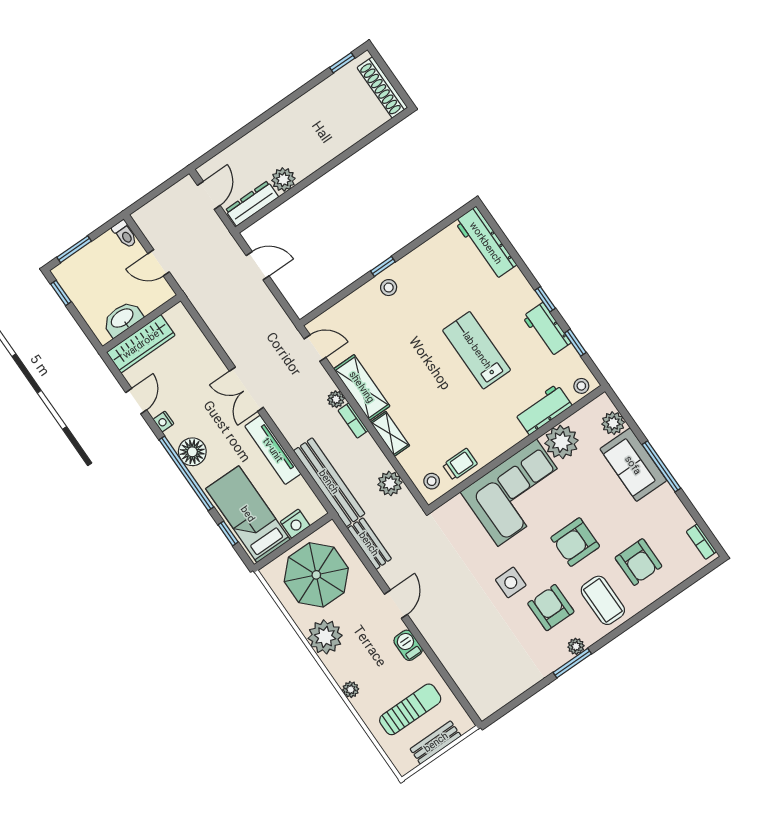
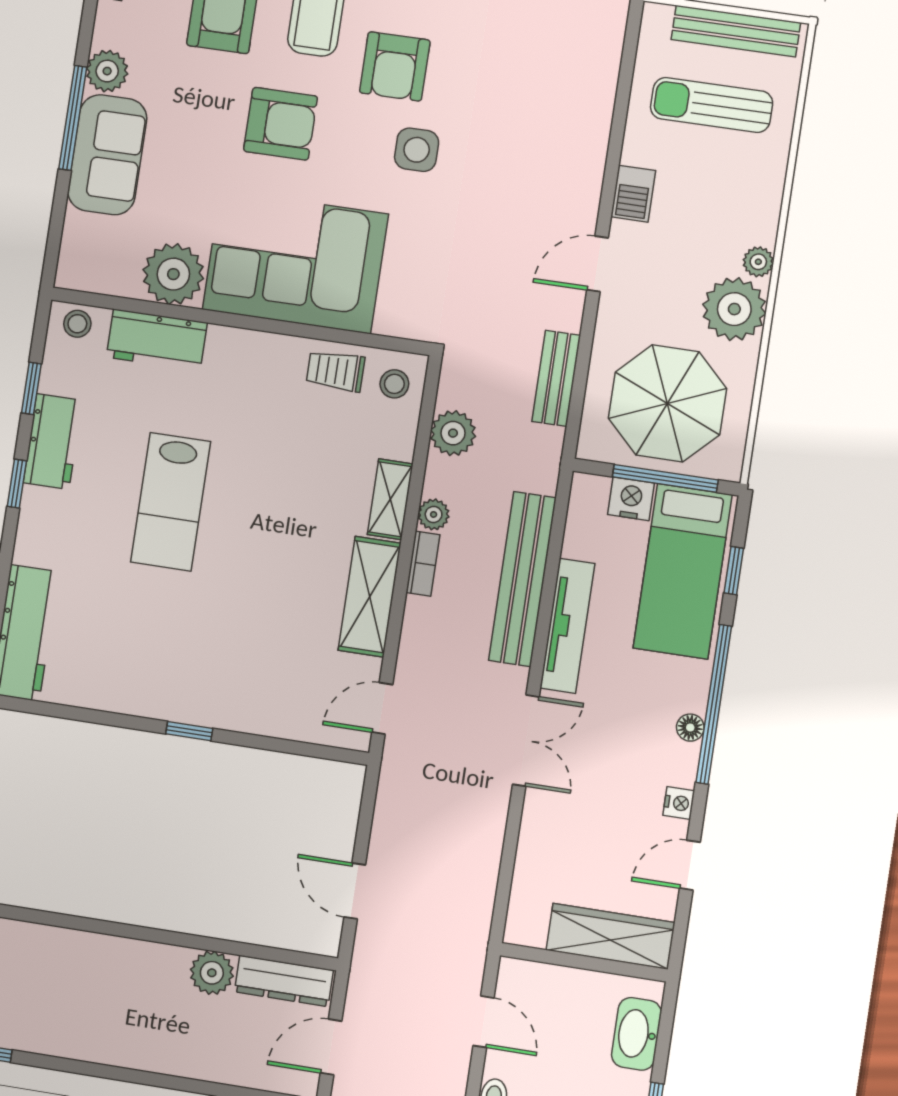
stool: (389, 288) -> (208, 696), removed
washbasin: (122, 319) -> (636, 1034), moved, turned 90
door: (315, 348) -> (382, 708), hinge flipped
plant: (336, 399) -> (434, 514), moved
plant: (613, 423) -> (107, 71), moved
floor lamp: (192, 452) -> (690, 728), width x0.53, depth x0.53
bench: (329, 482) -> (522, 579), moved
window: (289, 544) -> (665, 478), added
plant: (351, 690) -> (758, 262), moved
bench: (436, 742) -> (736, 31), width x1.36

